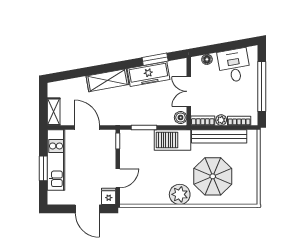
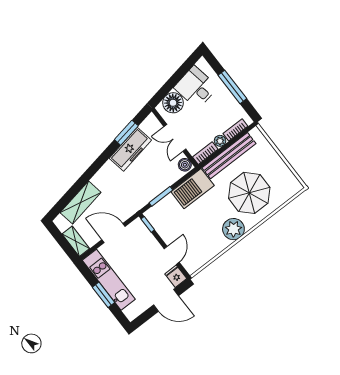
floor lamp: (207, 59) -> (173, 103), width x1.89, depth x1.89
shelving: (107, 80) -> (81, 203), moved
window: (262, 86) -> (232, 87), width x0.68

